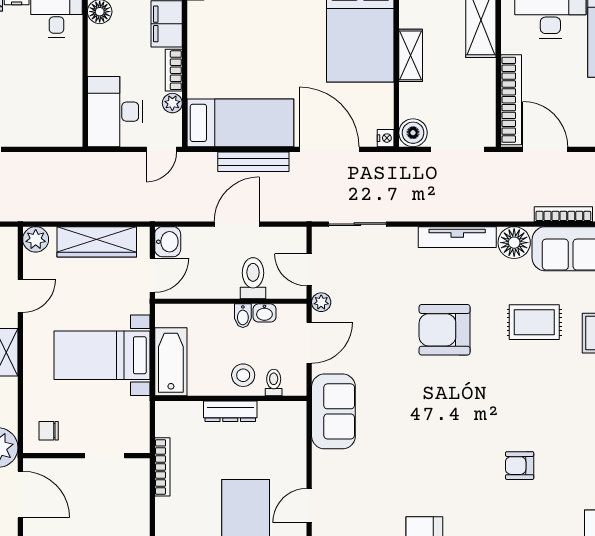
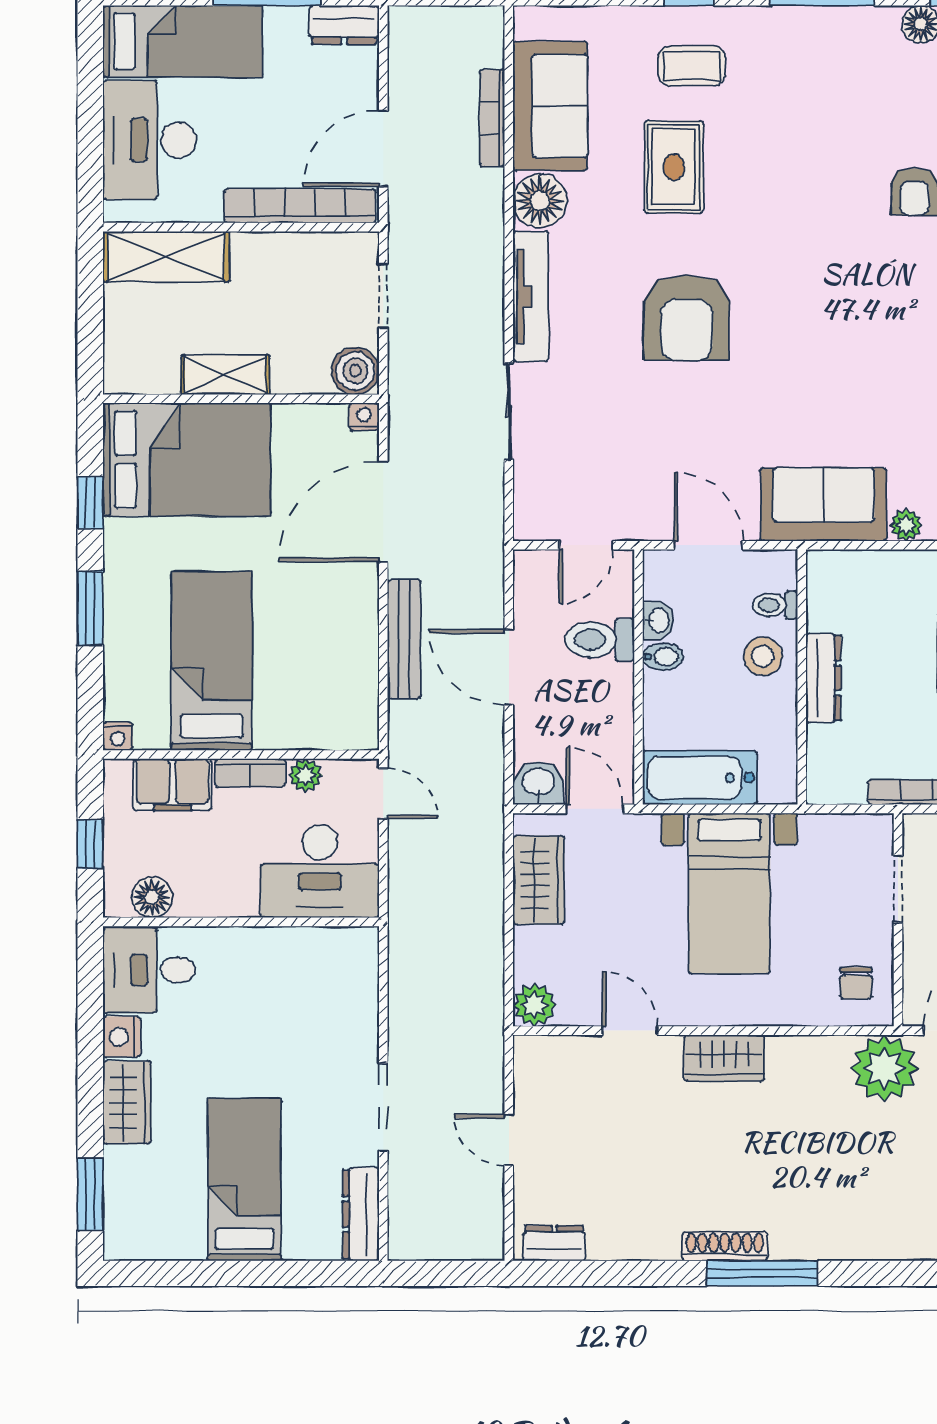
bed: (240, 123) -> (211, 661), moved
doorway: (458, 149) -> (383, 296), width x0.73
sliding door: (357, 224) -> (509, 411), moved
wardrobe: (97, 242) -> (539, 880), width x0.67
plant: (321, 302) -> (906, 525), moved
bathtub: (171, 362) -> (700, 778), moved

